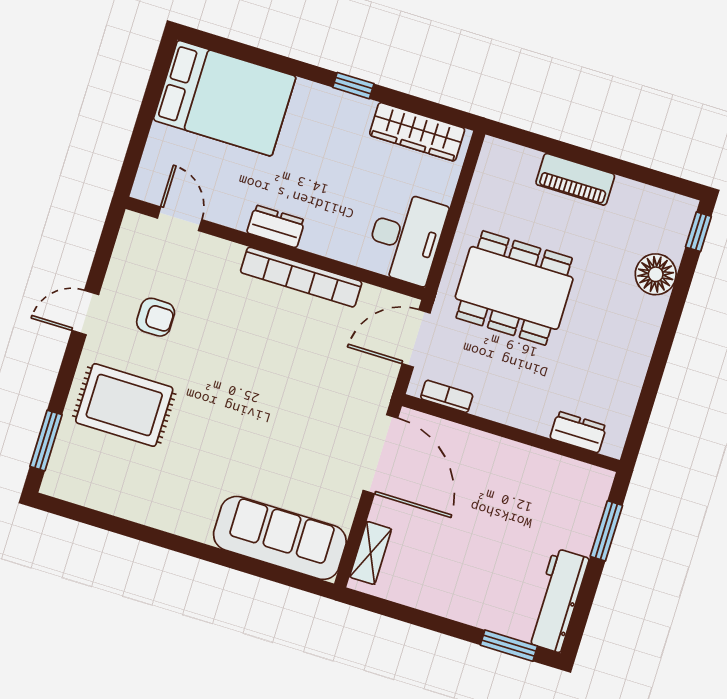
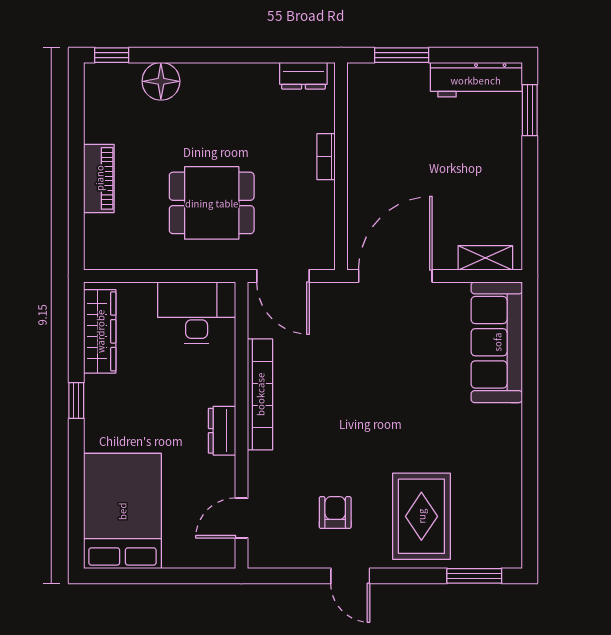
dining table: (514, 288) -> (212, 203), width x0.73
bookcase: (447, 396) -> (326, 157), moved
dresser: (578, 432) -> (303, 76), moved, turned -90

